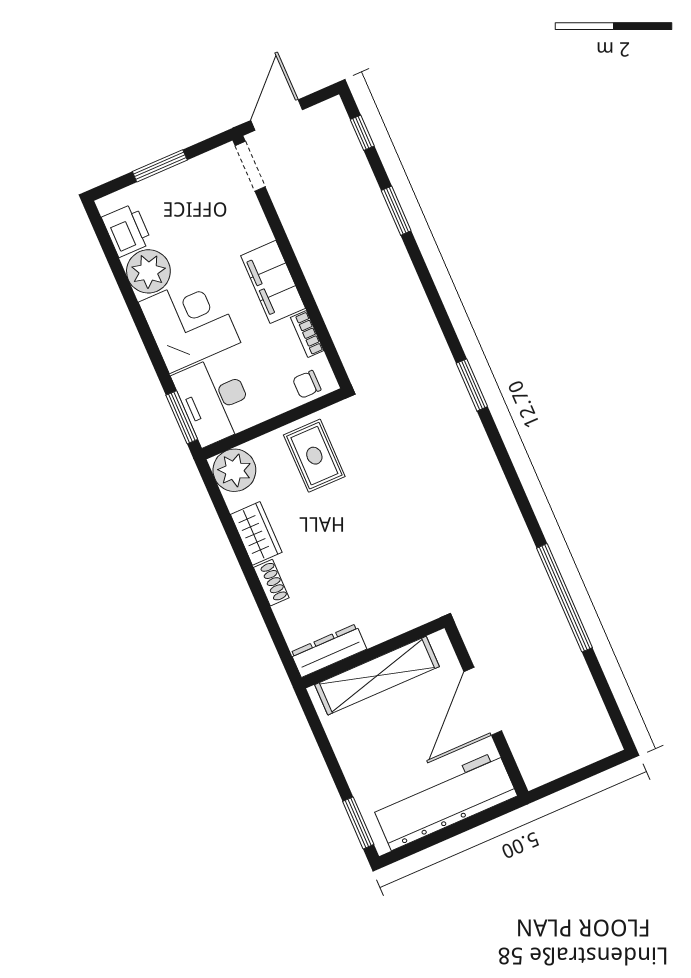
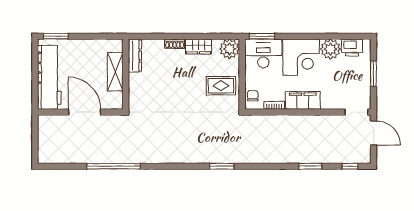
shelving: (377, 676) -> (115, 72), width x0.68

